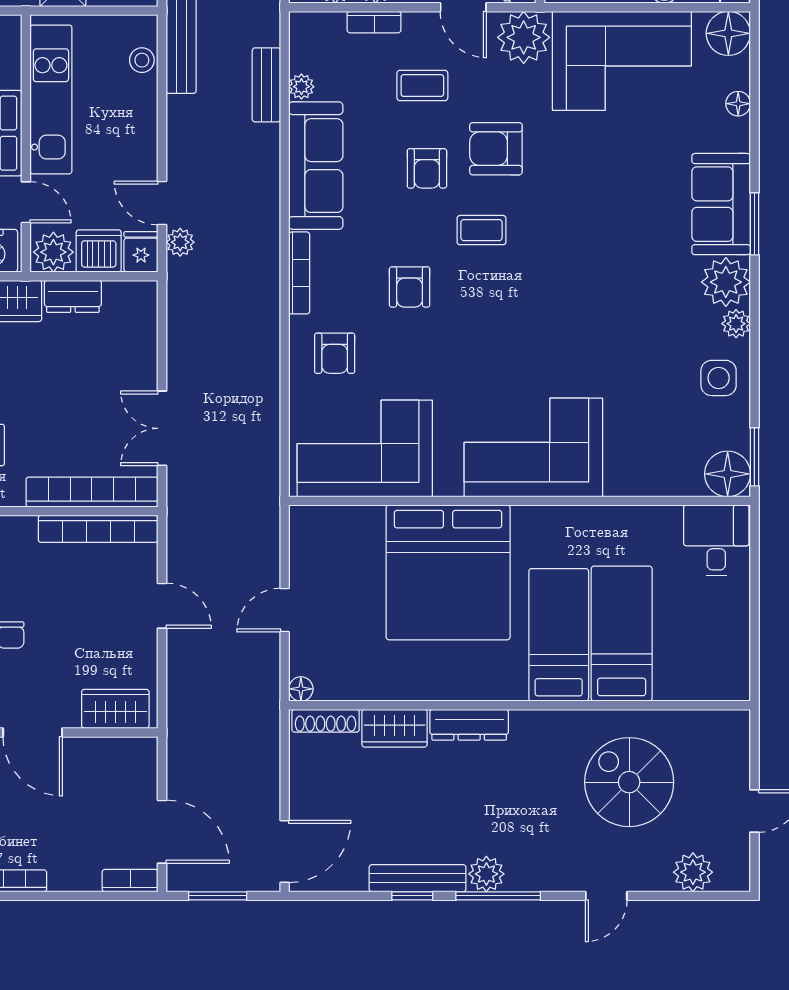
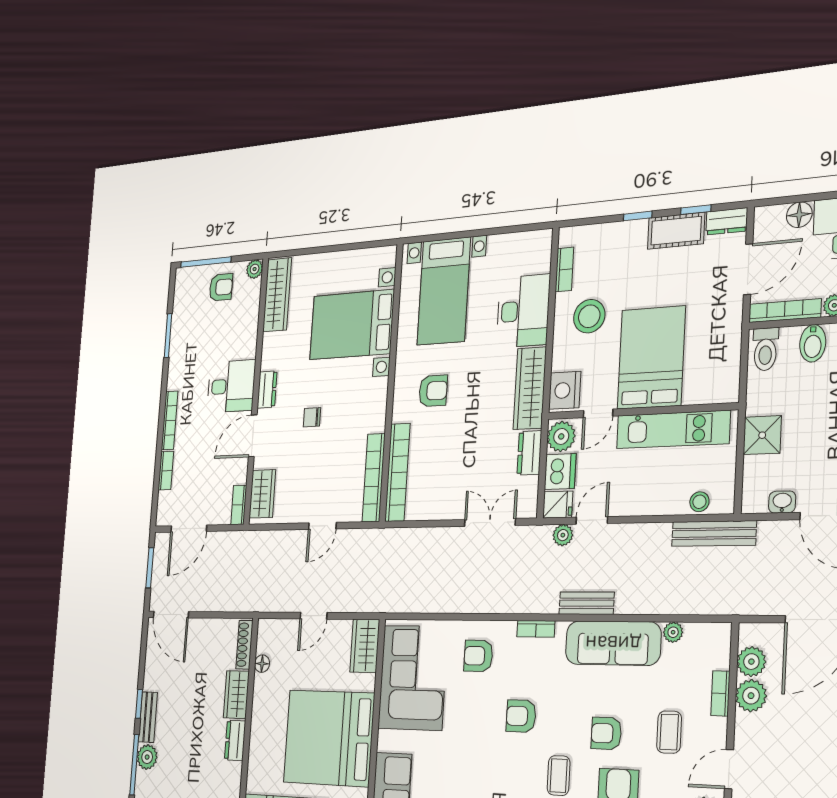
bench: (266, 85) -> (587, 603), moved
bookcase: (299, 273) -> (536, 629), width x0.64
double door: (162, 428) -> (490, 522), moved
wardrobe: (324, 526) -> (365, 646), added
door: (285, 610) -> (314, 616), swing flipped
floor lamp: (301, 689) -> (262, 664), moved
dresser: (469, 725) -> (235, 740), width x0.70
bookcase: (130, 748) -> (239, 505), added
bench: (418, 878) -> (148, 717), width x0.73
bookcase: (130, 881) -> (166, 471), moved

